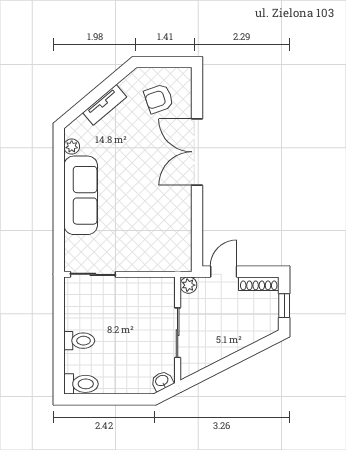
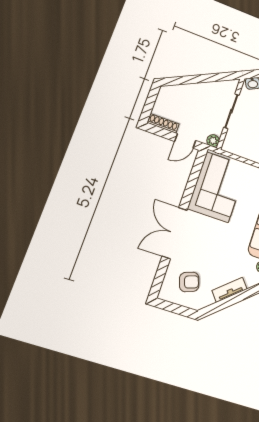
double door: (197, 152) -> (175, 233), swing flipped
corner sofa: (163, 227) -> (217, 187), added
window: (284, 306) -> (150, 102), removed

